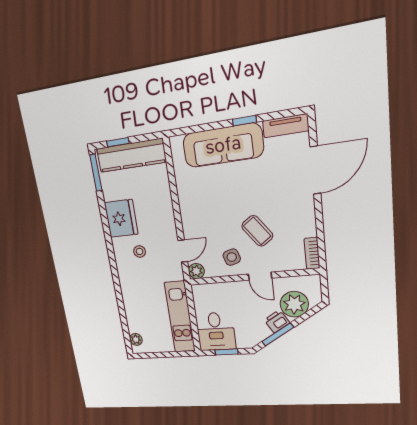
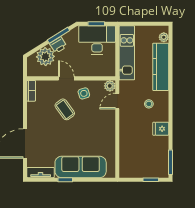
kitchen counter: (131, 155) -> (161, 67), moved, turned -90
fridge: (121, 218) -> (161, 129), width x0.53, depth x0.75
desk: (216, 331) -> (97, 40), width x1.37

